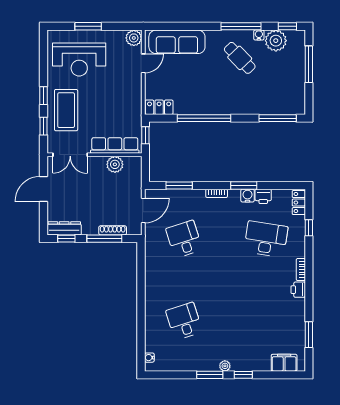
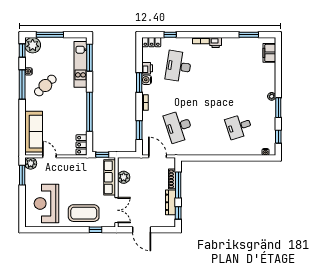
window: (88, 26) -> (22, 175), moved
plant: (276, 41) -> (33, 45), moved
reception desk: (79, 59) -> (46, 203), turned 180
window: (44, 96) -> (73, 230), removed
kitchen unit: (268, 106) -> (80, 64), added
dresser: (64, 228) -> (171, 202), moved
desk: (184, 239) -> (179, 126), width x1.37
window: (243, 375) -> (278, 137), moved

